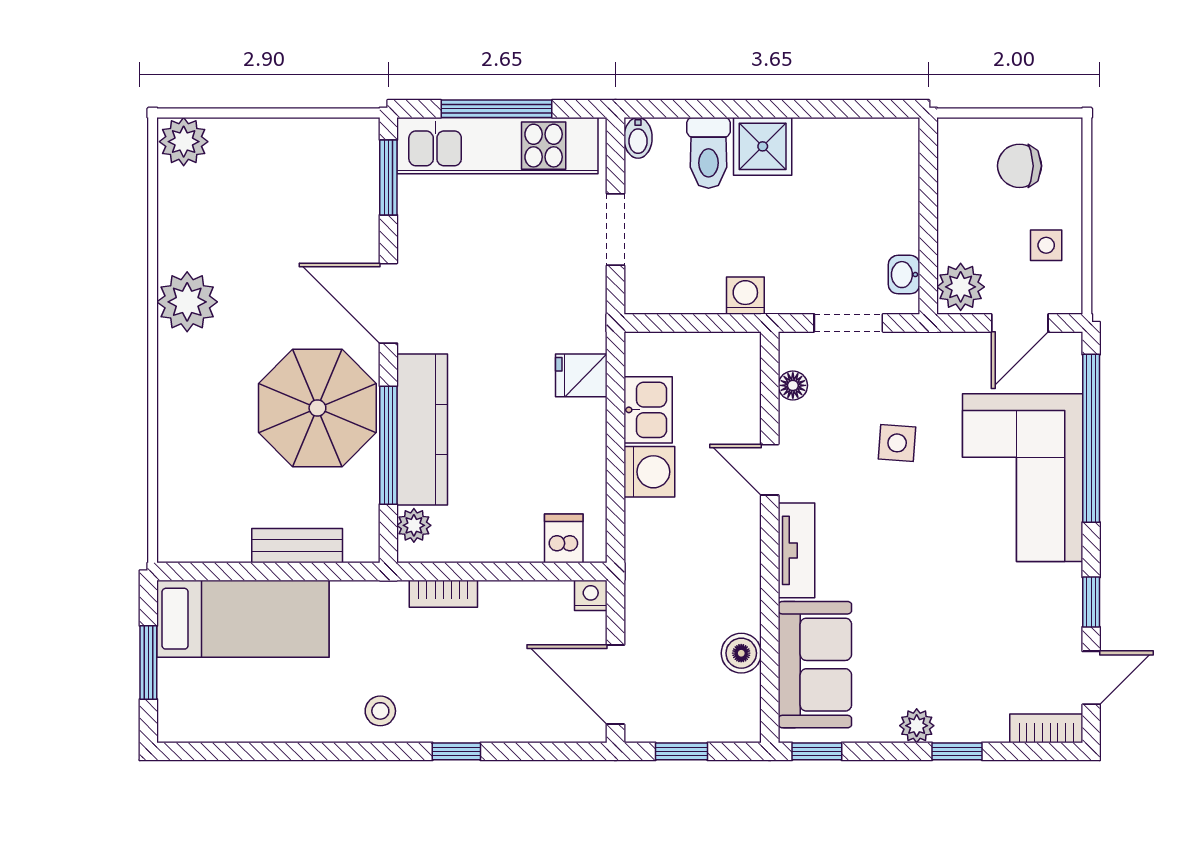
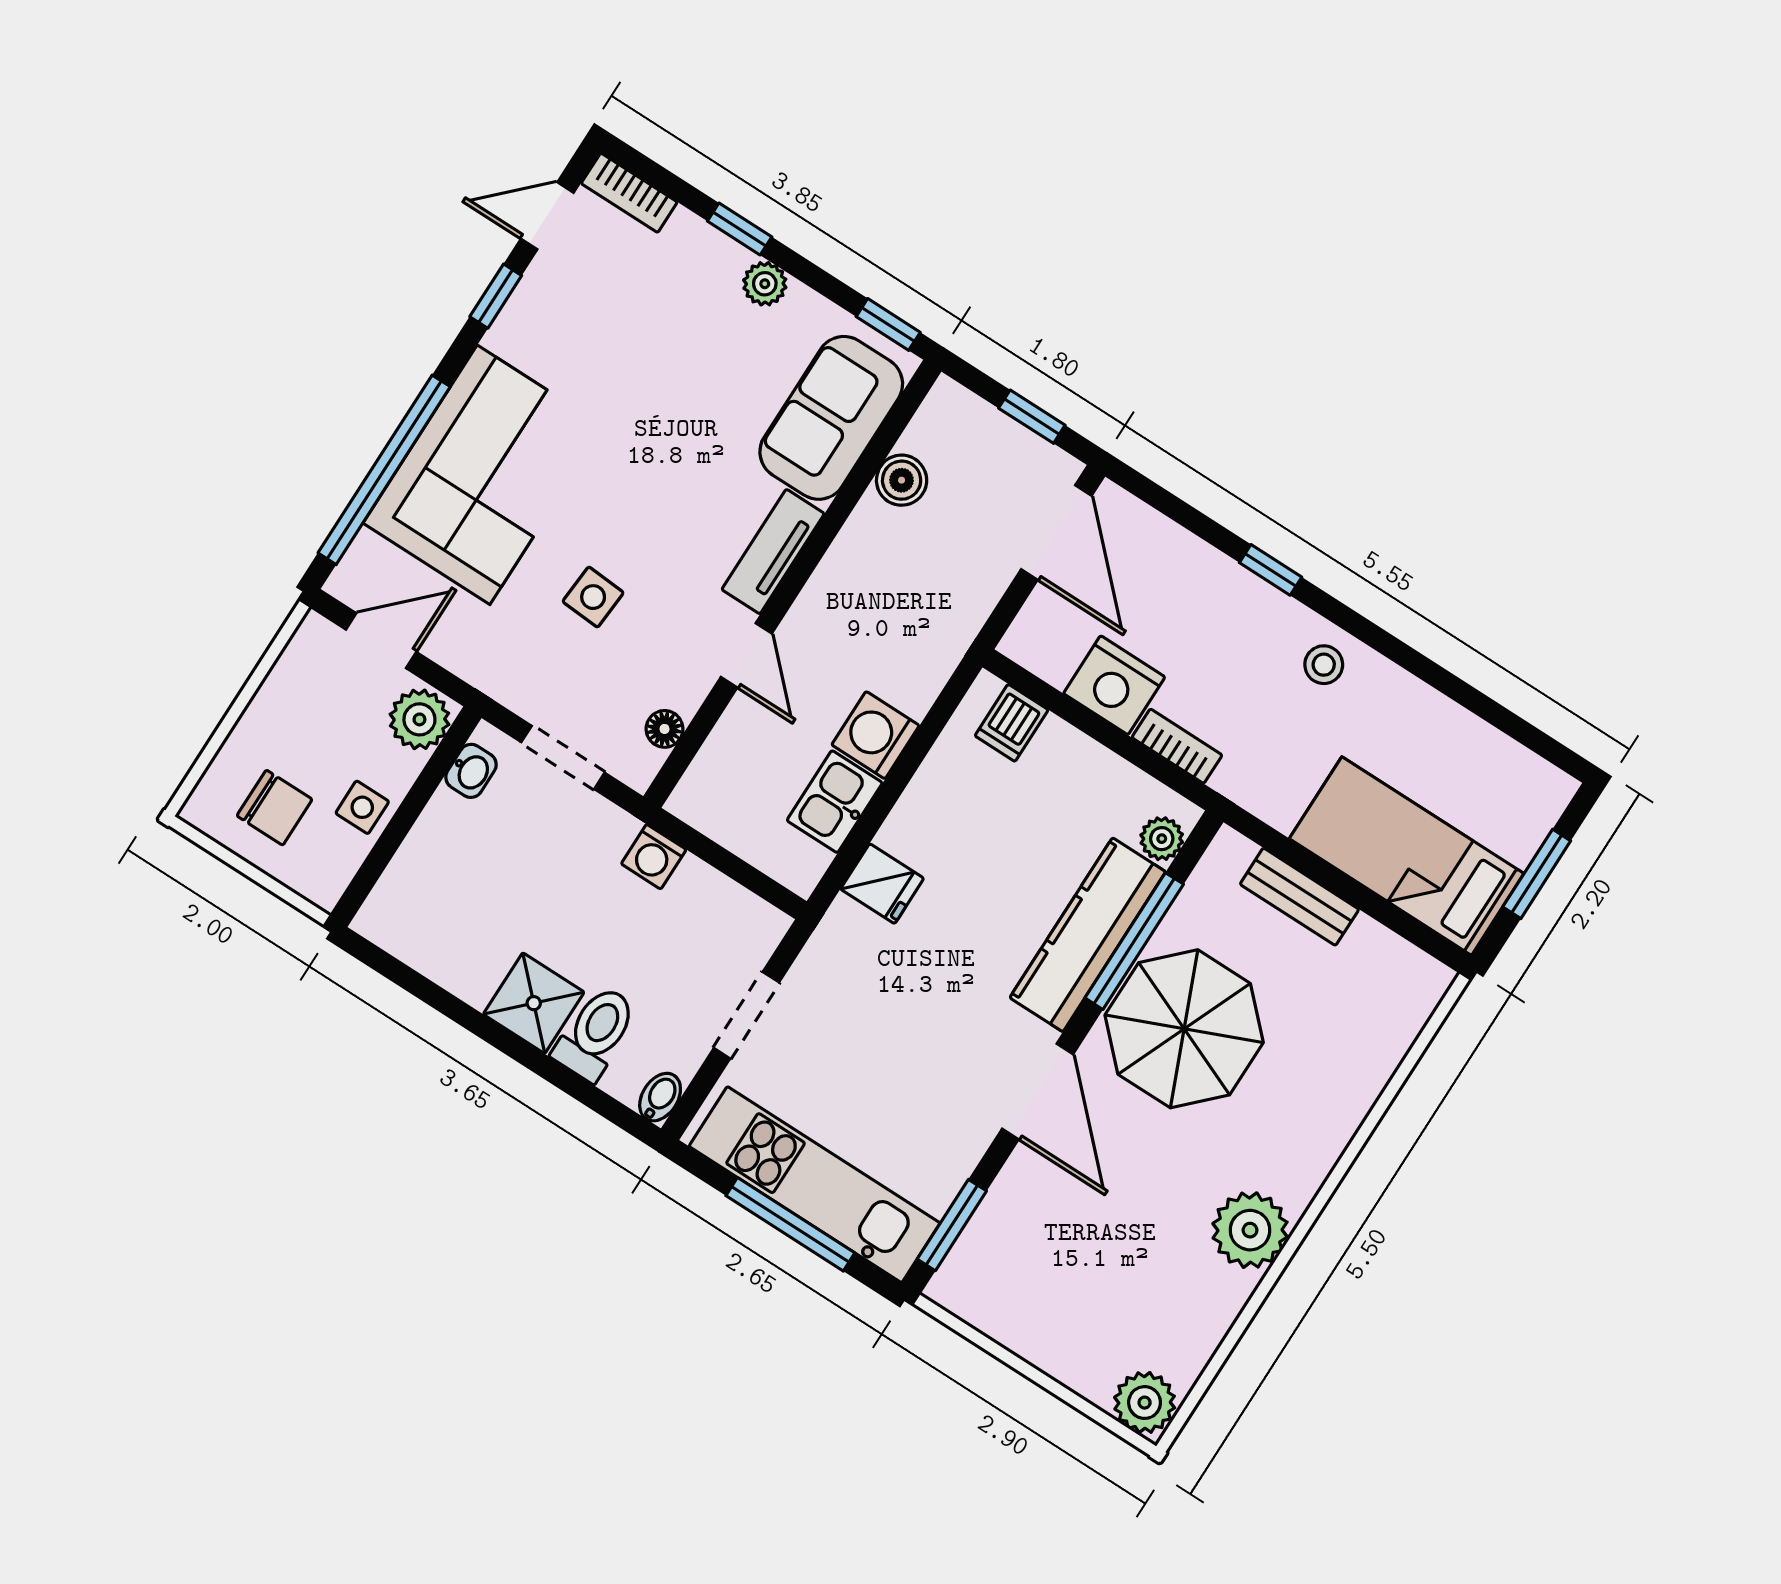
side table: (1046, 245) -> (362, 807), moved
nightstand: (591, 595) -> (1114, 685), moved, width x1.89, depth x1.79

